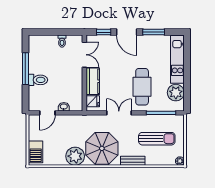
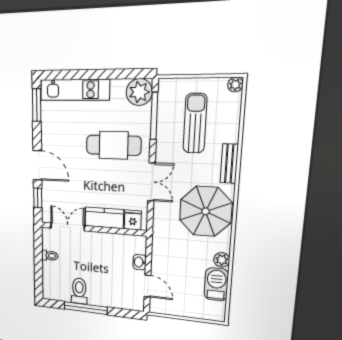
door: (127, 32) -> (37, 165), hinge flipped
window: (154, 32) -> (37, 105), moved
toilet: (38, 80) -> (79, 291), moved
plant: (176, 93) -> (139, 92), moved
double door: (119, 113) -> (151, 182), swing flipped
barbecue: (36, 152) -> (216, 284), moved, turned -90
plant: (75, 156) -> (222, 260), width x0.53, depth x0.53

